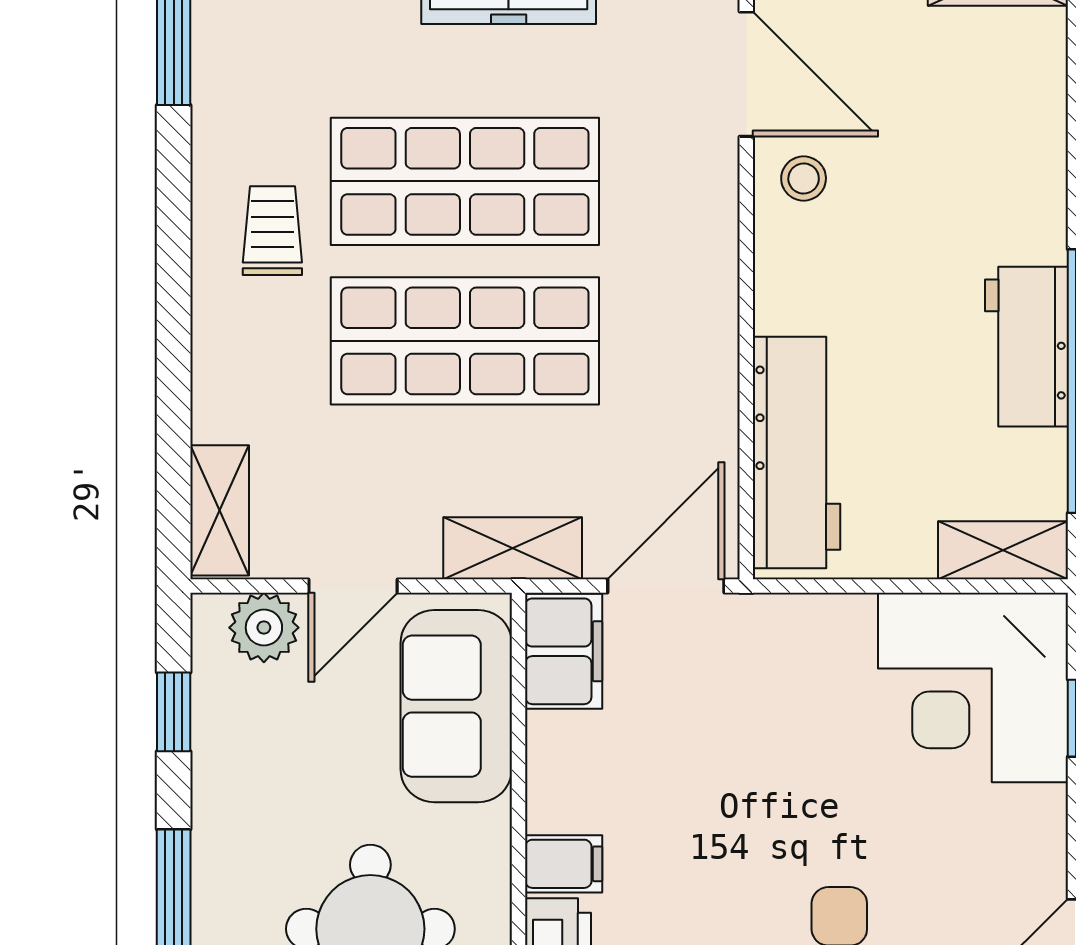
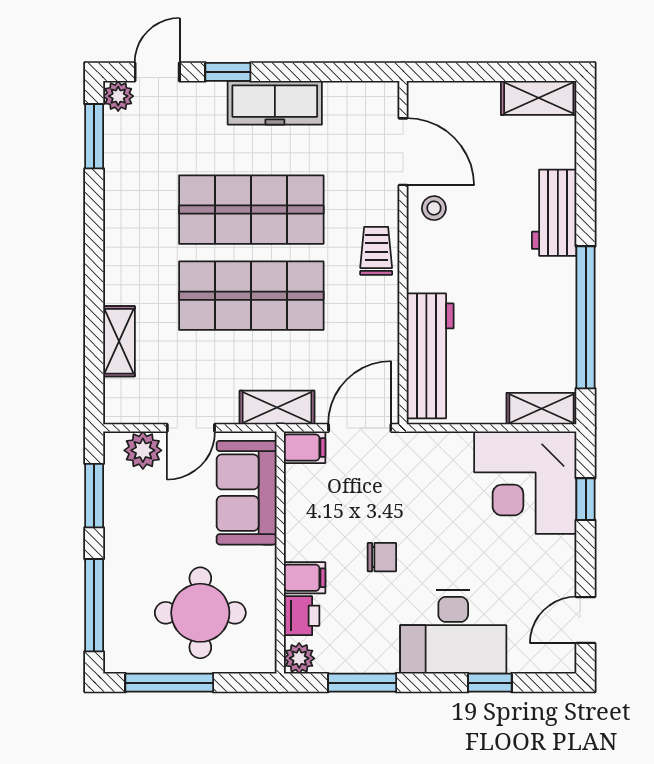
trolley: (272, 231) -> (376, 251), moved
workbench: (1027, 347) -> (554, 213), moved
shelving: (220, 510) -> (119, 341), moved
filing cabinet: (564, 651) -> (305, 448), width x0.50
window: (174, 712) -> (94, 496), width x1.50
chair: (707, 826) -> (382, 557), added

